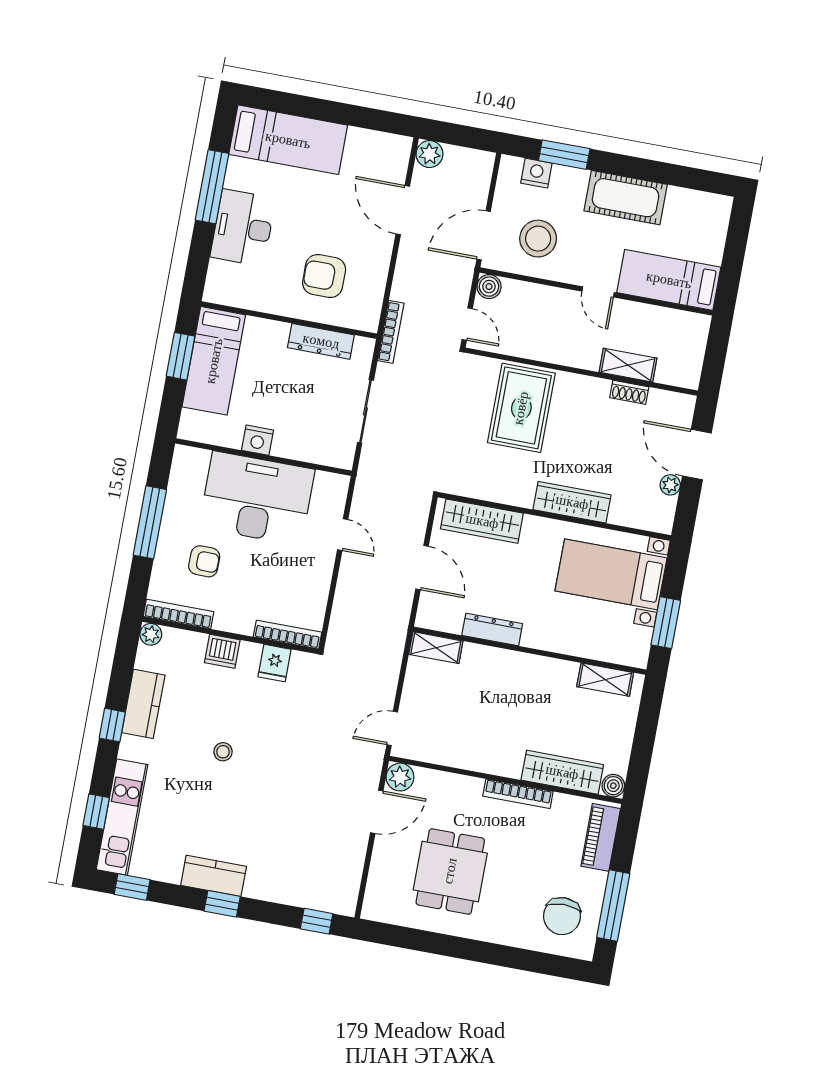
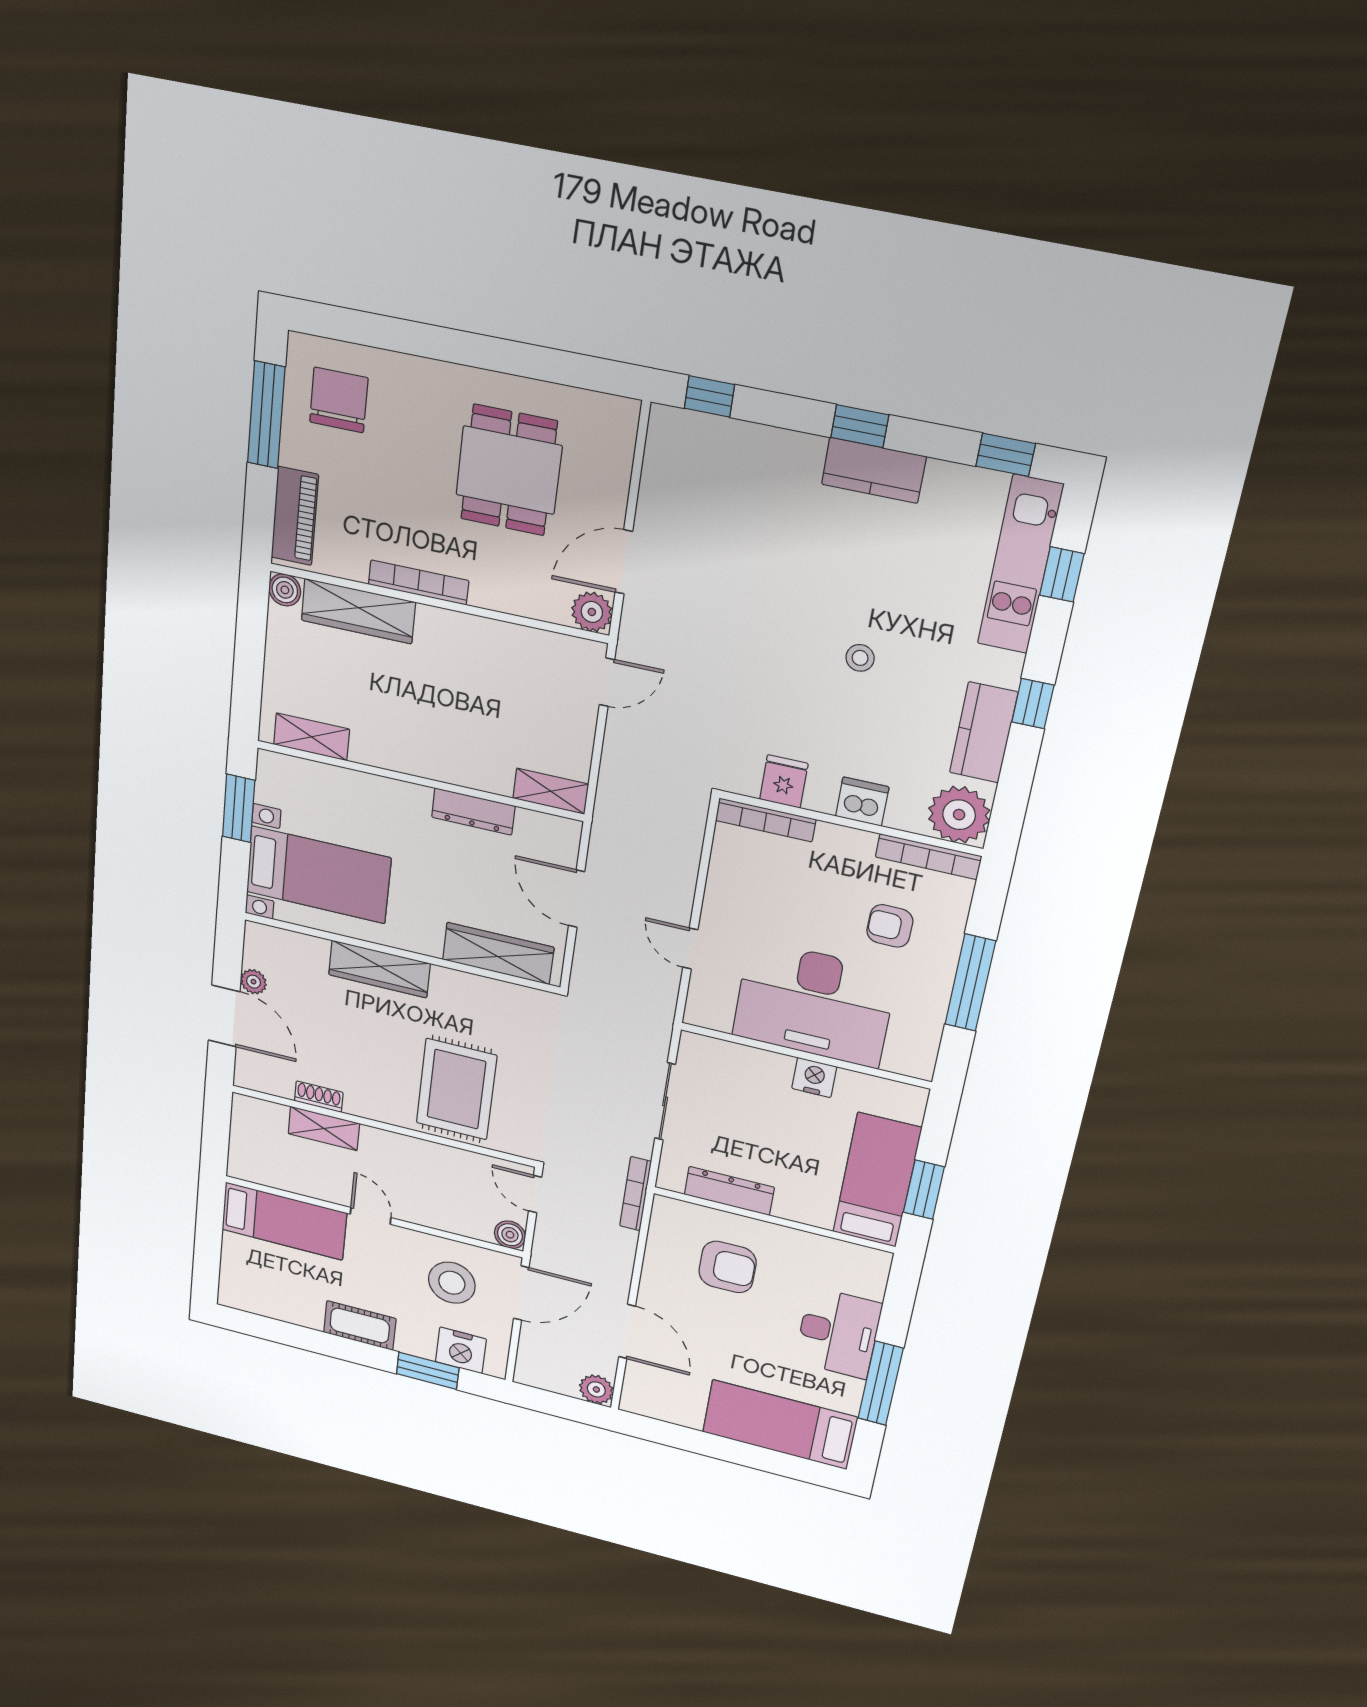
nightstand: (536, 173) -> (461, 1350), width x1.36, depth x1.33
cot: (626, 198) -> (360, 1326), width x0.73, depth x0.75
plant: (151, 634) -> (959, 815), width x1.88, depth x1.88

